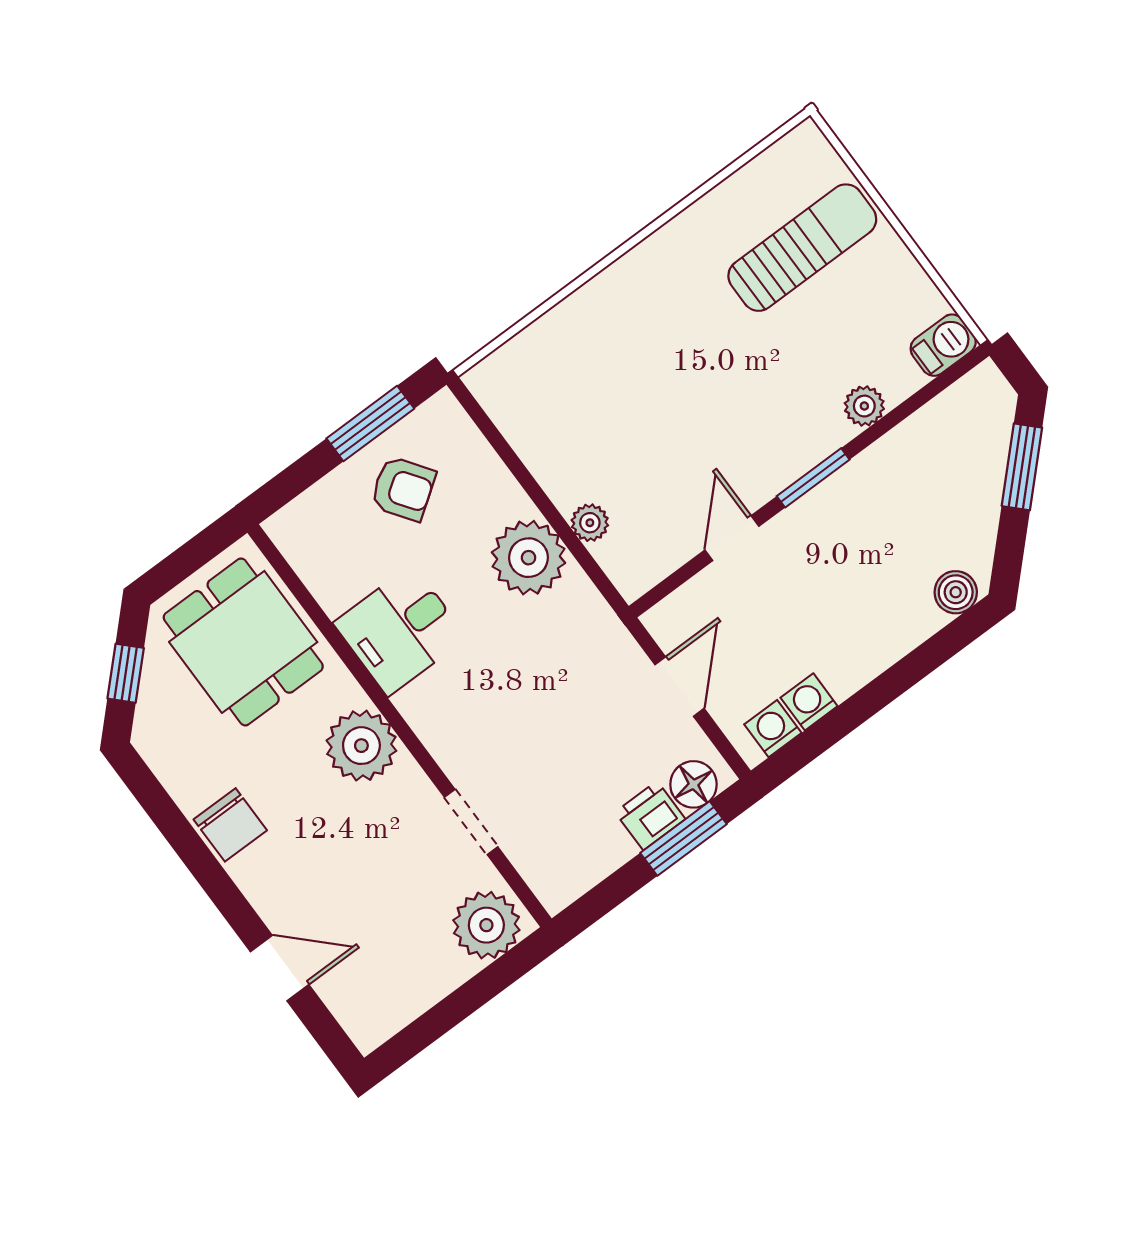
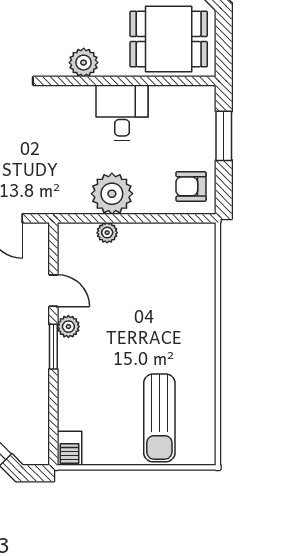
plant: (864, 406) -> (68, 327), moved
window: (370, 423) -> (224, 136), moved
armchair: (403, 489) -> (191, 186), moved, turned 35
plant: (361, 746) -> (84, 63), width x0.73, depth x0.73

